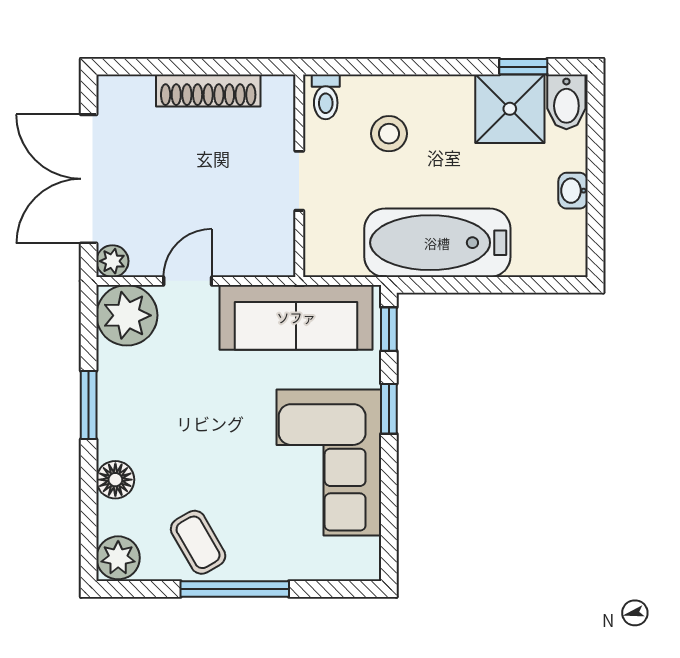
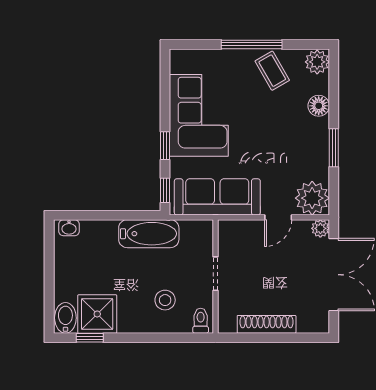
washbasin: (573, 191) -> (69, 228), moved, turned 90
bathtub: (437, 243) -> (149, 234), width x0.73, depth x0.73

